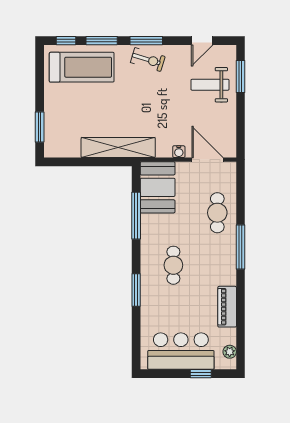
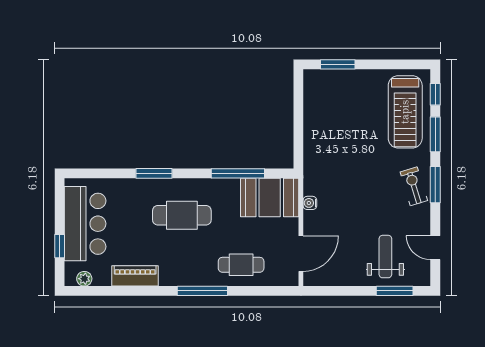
exercise bike: (148, 60) -> (414, 186), turned 146
shelving: (118, 148) -> (315, 153), removed
water cooler: (179, 152) -> (310, 203), moved
cafe table: (173, 265) -> (182, 215), width x1.37, depth x1.35

